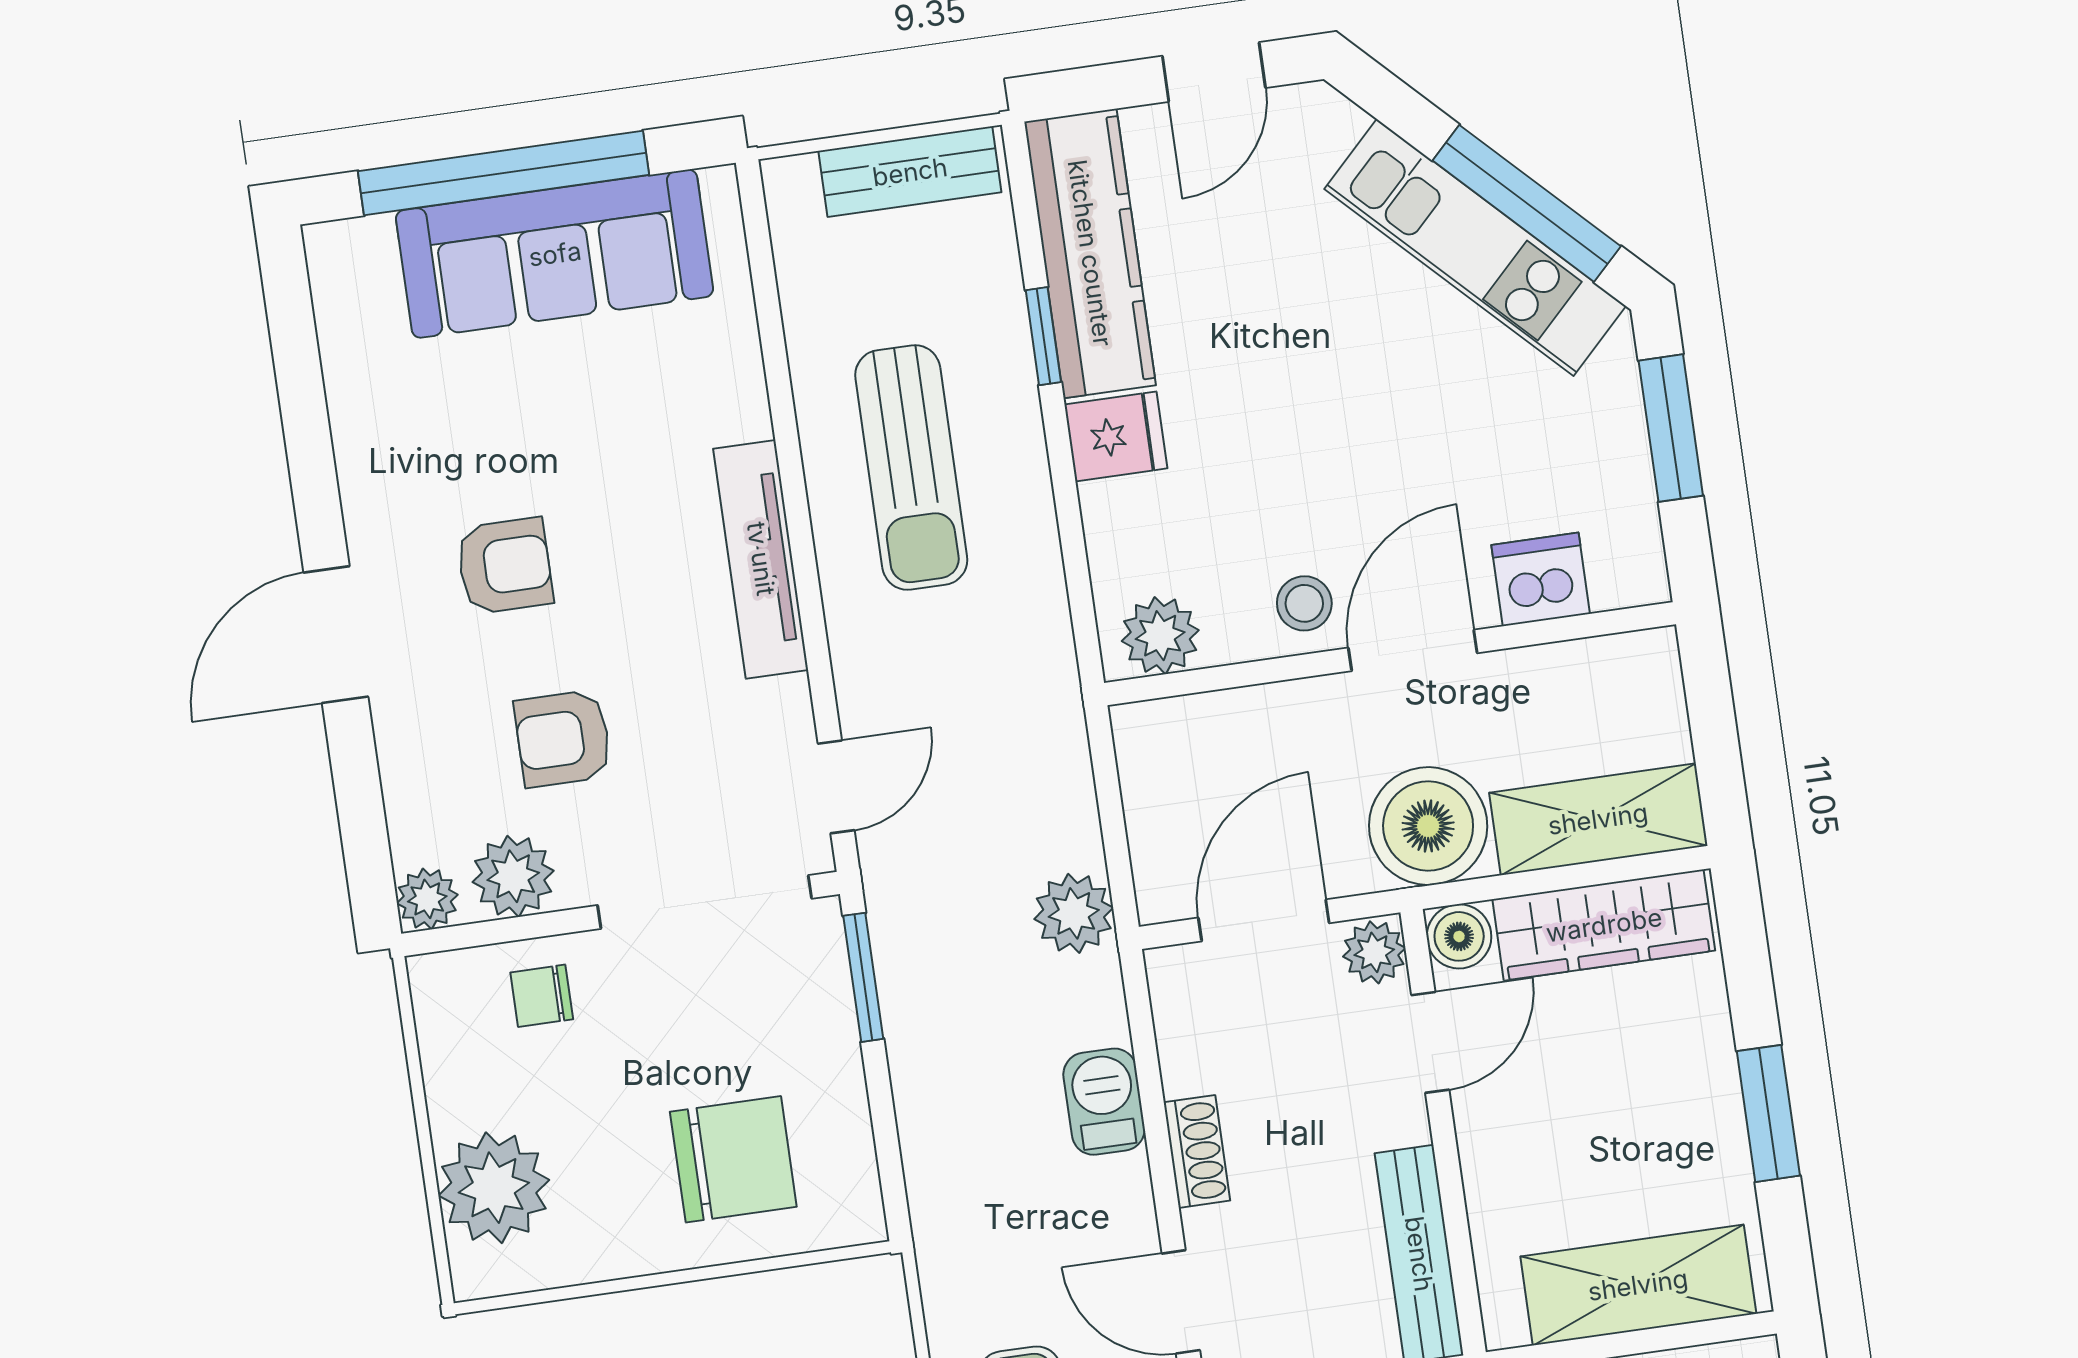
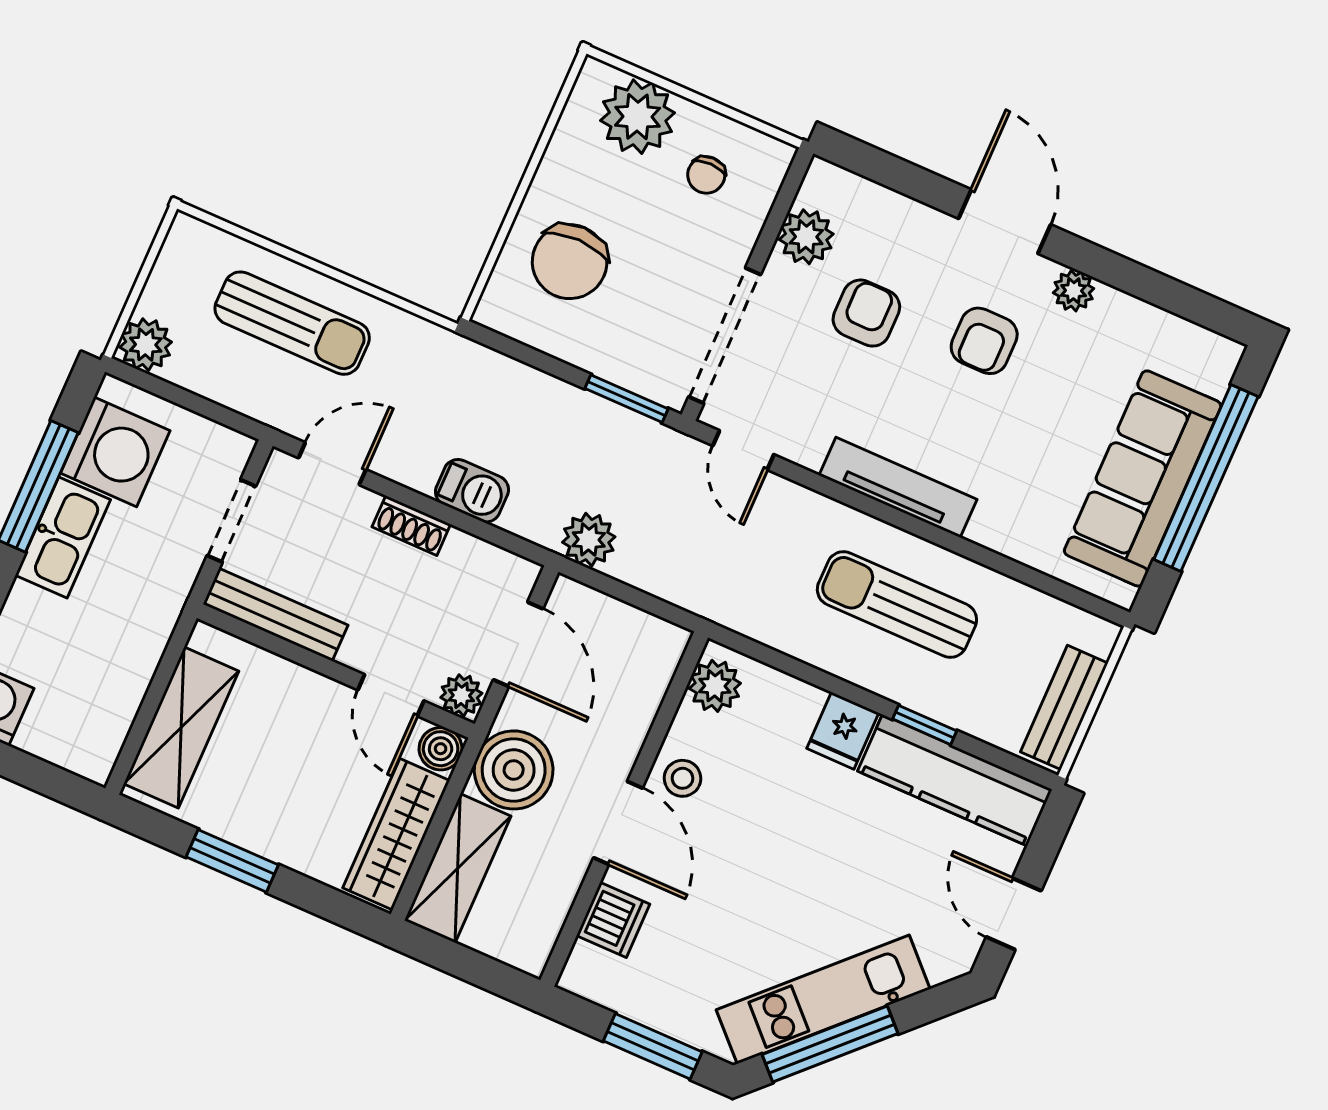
plant: (427, 899) -> (1074, 291), moved
chair: (542, 996) -> (706, 175), moved, turned 180

